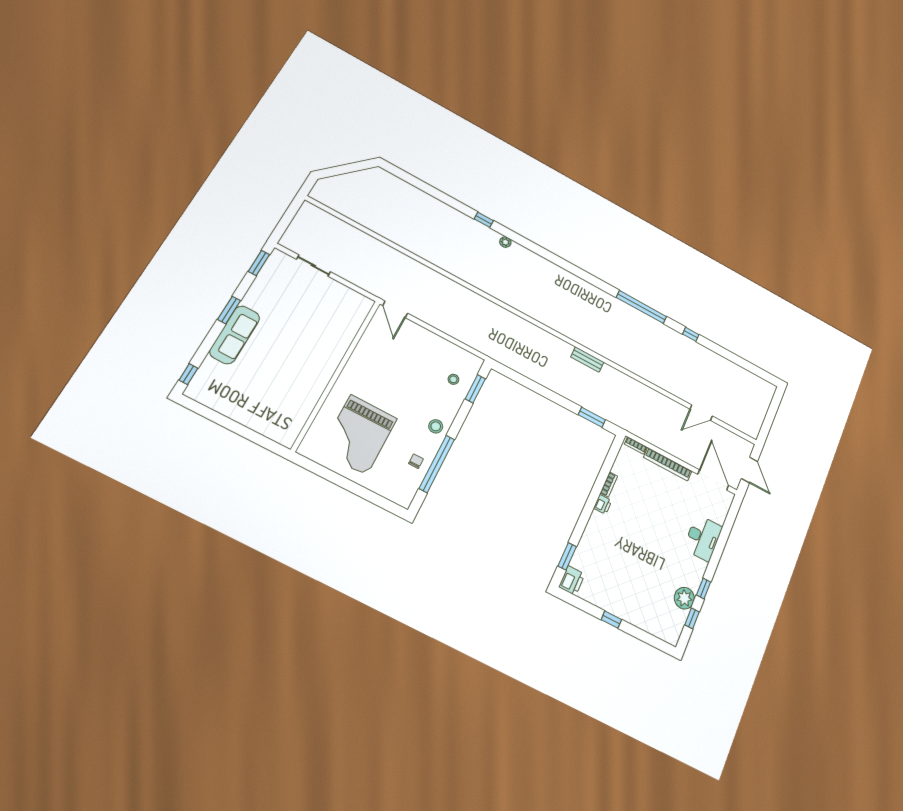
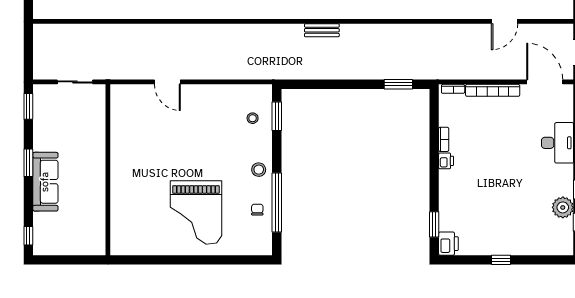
bench: (587, 360) -> (322, 30), moved
wall: (337, 375) -> (108, 170), moved

